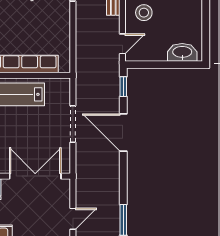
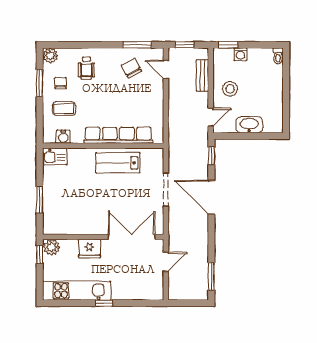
washbasin: (182, 52) -> (249, 125), moved
door: (73, 219) -> (166, 262), moved

